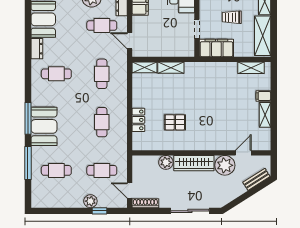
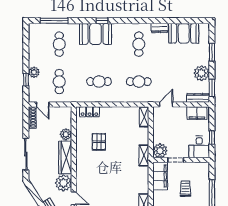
cafe table: (102, 26) -> (179, 82), removed
plant: (186, 48) -> (160, 151), added
shelving: (171, 68) -> (144, 155), moved
window: (28, 118) -> (102, 21), width x0.46
locker: (138, 120) -> (89, 112), moved
window: (28, 163) -> (54, 21), moved
door: (130, 191) -> (43, 104), swing flipped

